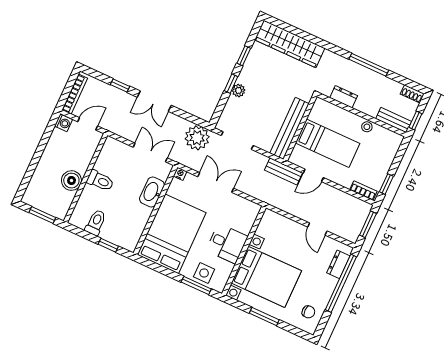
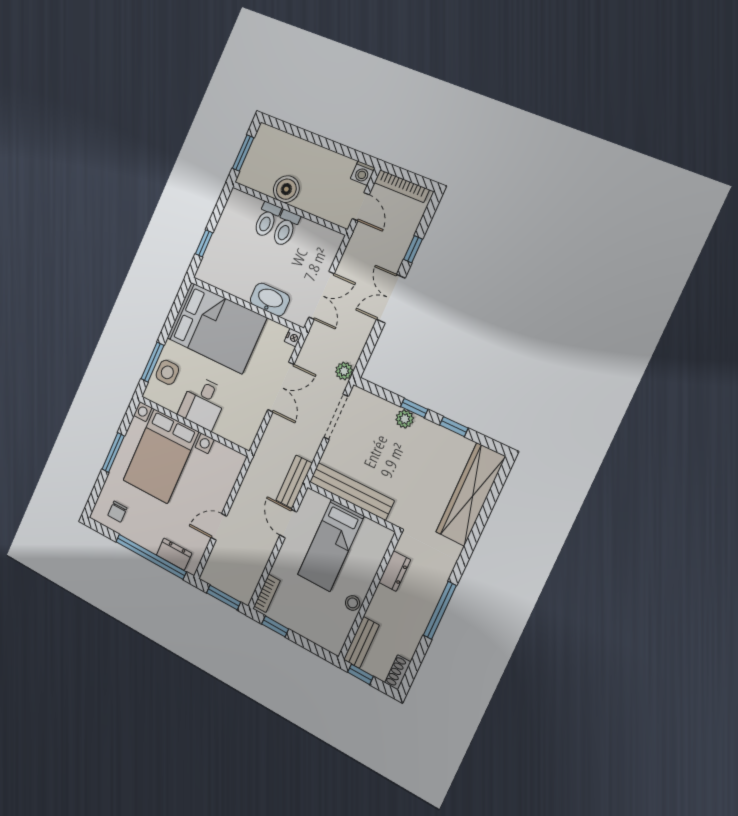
plant: (197, 138) -> (344, 371), width x0.53, depth x0.53
toilet: (96, 223) -> (267, 220), moved, turned 90

